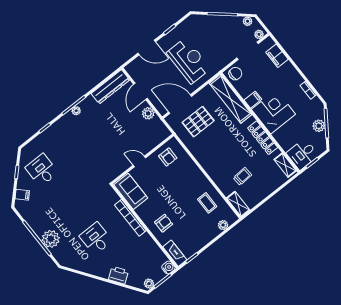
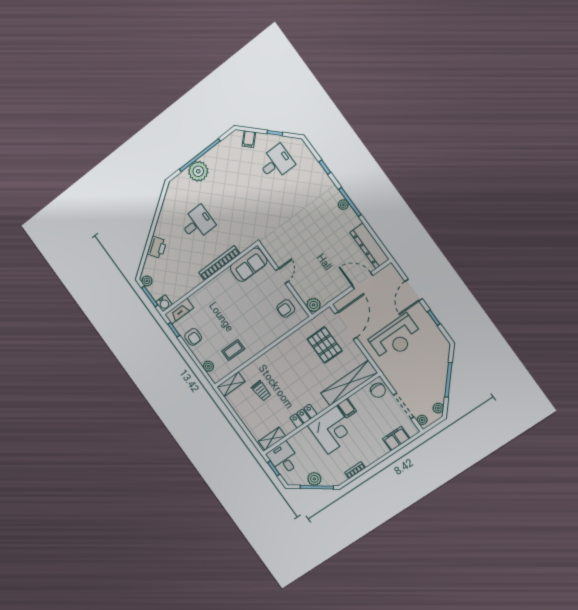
plant: (148, 113) -> (314, 305), moved
locker: (263, 138) -> (303, 416), width x0.66
armchair: (164, 223) -> (193, 337), moved

